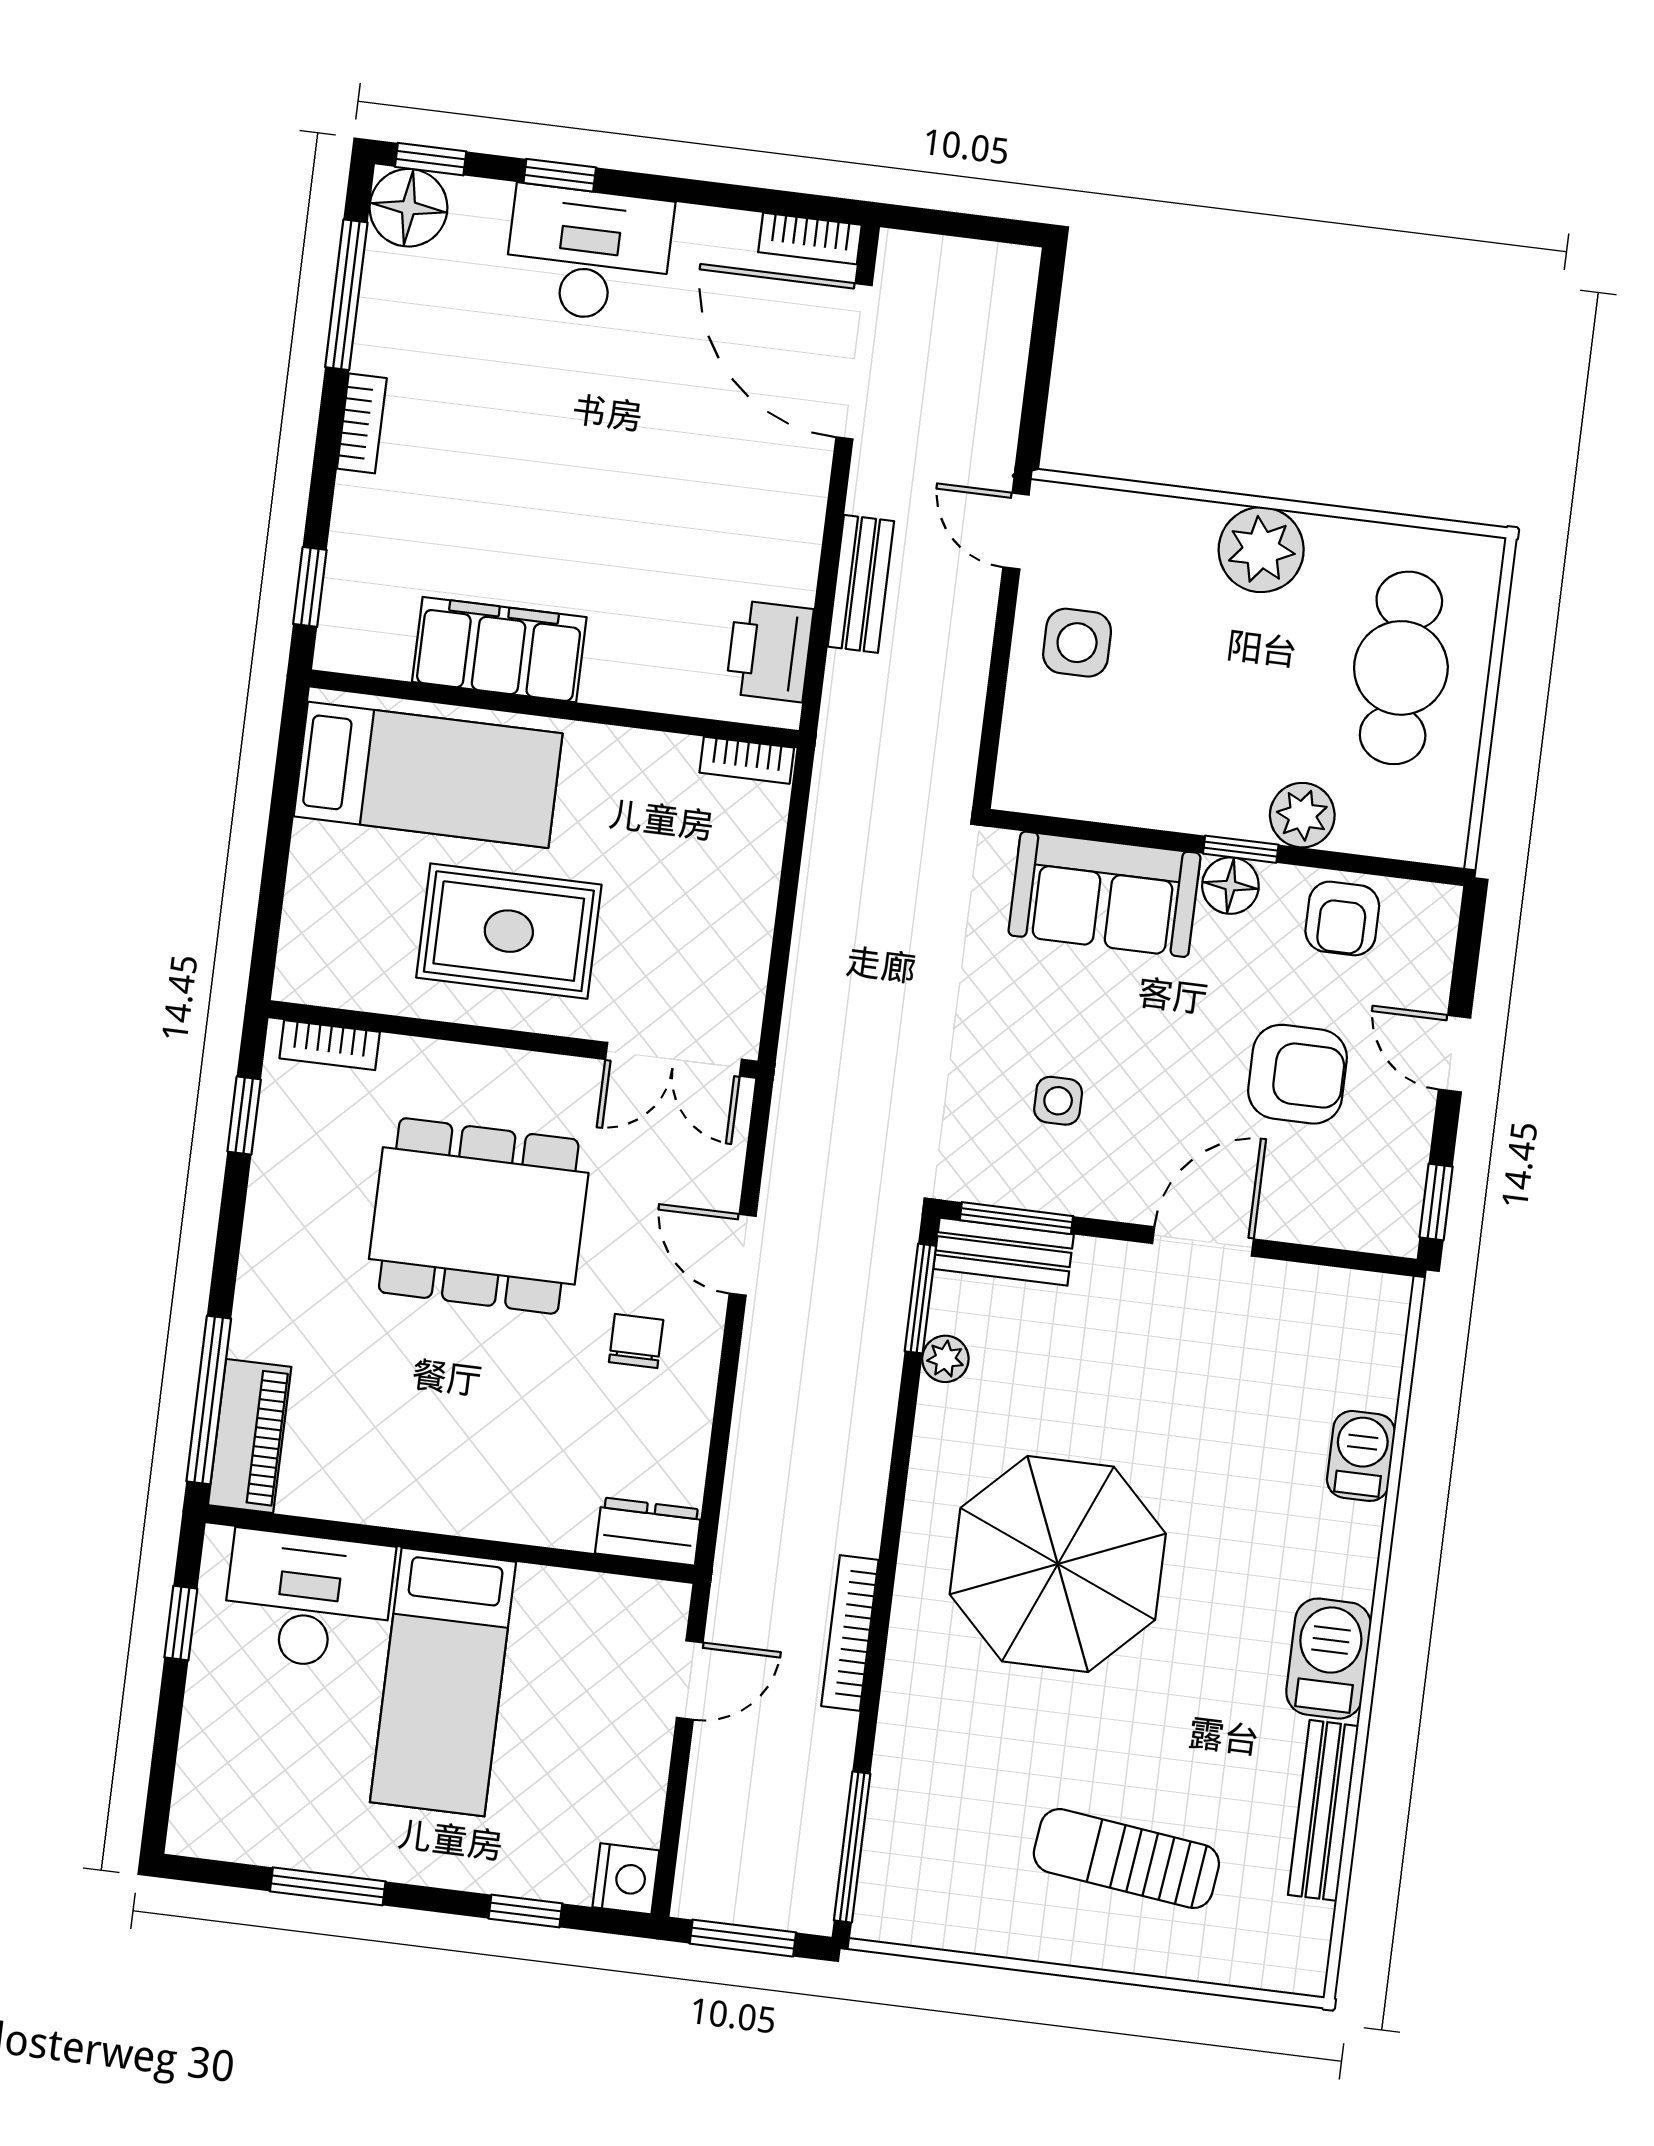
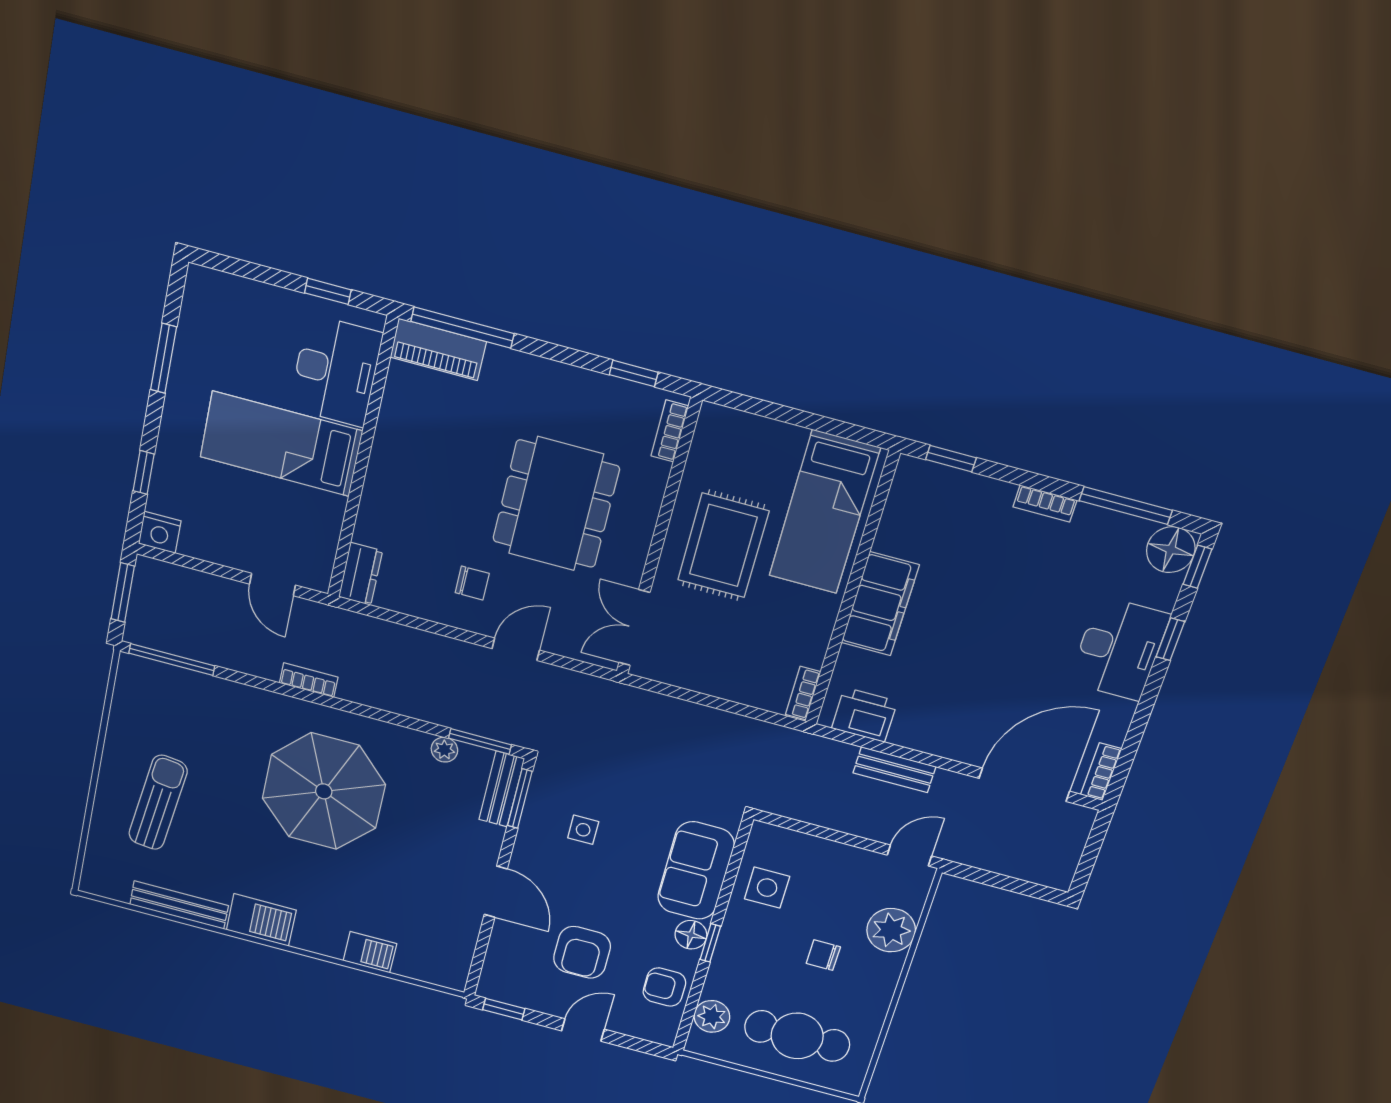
plant: (1261, 550) -> (891, 930), moved
side table: (1077, 643) -> (767, 888), moved
chair: (1232, 647) -> (823, 955), added
filing cabinet: (499, 650) -> (880, 604), moved
plant: (1302, 815) -> (712, 1016), moved
bookcase: (850, 1633) -> (309, 680), width x0.64

